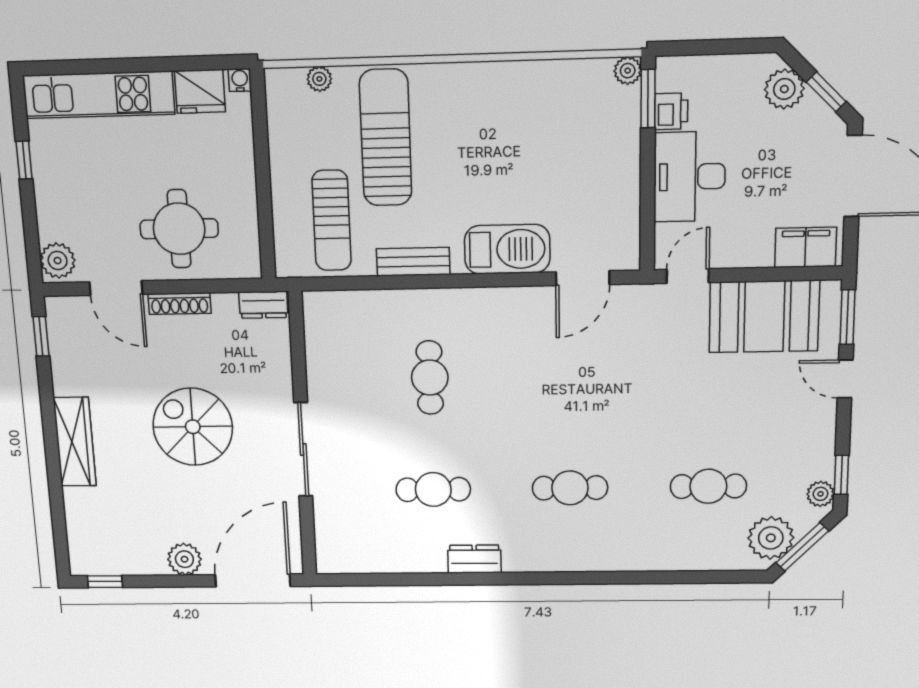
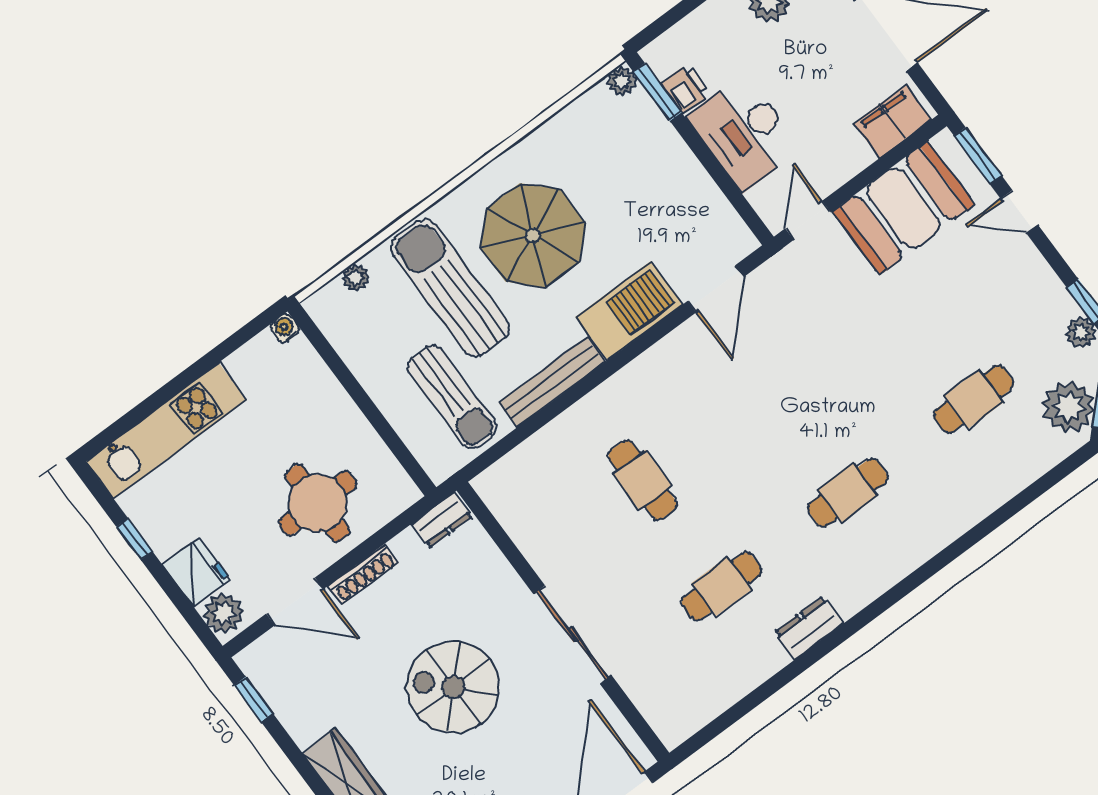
fridge: (200, 91) -> (196, 572), moved, turned -90
parasol: (476, 142) -> (533, 235), added
bench: (413, 262) -> (552, 382), width x1.36

